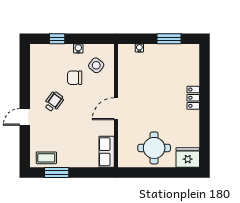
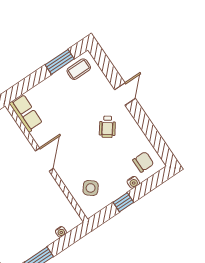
window: (57, 39) -> (123, 202), moved
water cooler: (78, 48) -> (133, 182), moved
chair: (75, 78) -> (143, 162), moved

